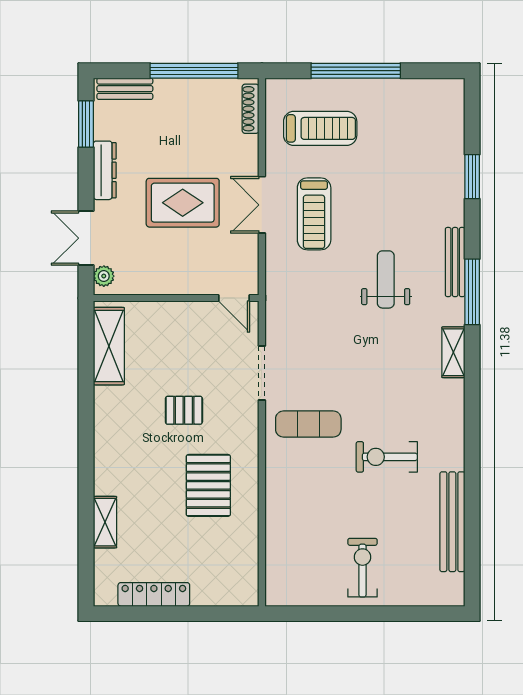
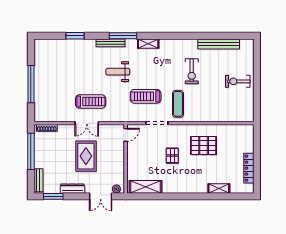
treadmill: (320, 128) -> (146, 96), moved, turned -90

